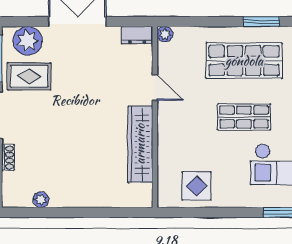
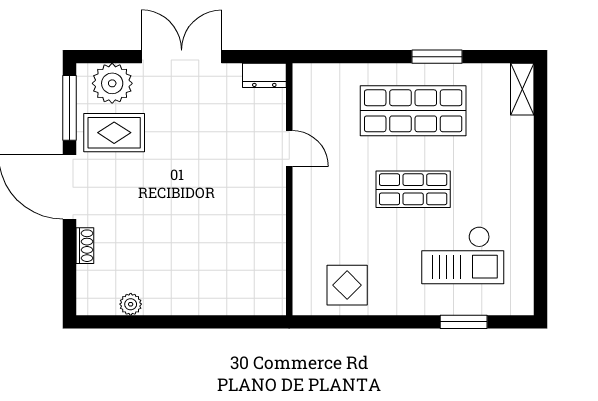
plant: (165, 34) -> (303, 74), removed
wardrobe: (140, 144) -> (269, 227), removed

